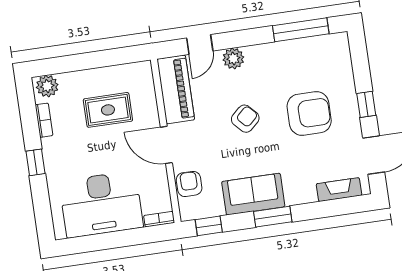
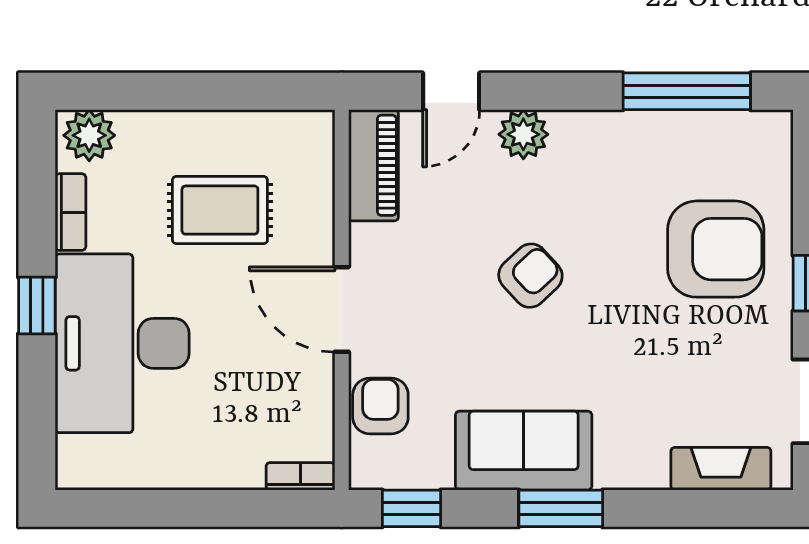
piano: (176, 89) -> (373, 165), width x0.73, depth x0.75
armchair: (309, 113) -> (716, 249), moved
desk: (101, 204) -> (122, 343), moved, turned 90

